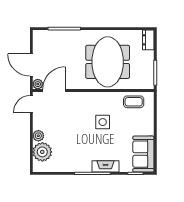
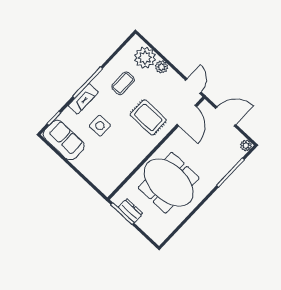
dresser: (148, 40) -> (130, 211), moved
plant: (38, 84) -> (246, 146), moved
coffee table: (134, 102) -> (123, 83), moved
rug: (78, 114) -> (148, 117), added
side table: (103, 122) -> (100, 126), moved

